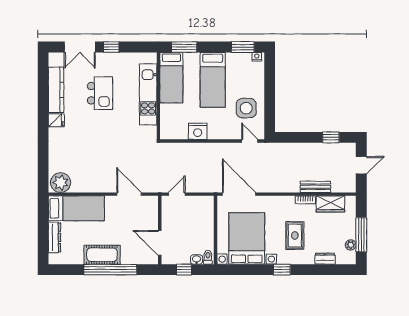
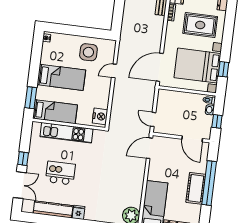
window: (243, 47) -> (37, 49), removed
nightstand: (198, 131) -> (100, 116), moved
door: (250, 141) -> (114, 71), moved
door: (129, 194) -> (149, 148), moved
rug: (295, 236) -> (200, 25), width x1.36, depth x1.43
door: (160, 243) -> (192, 139), hinge flipped
window: (282, 270) -> (224, 69), moved

